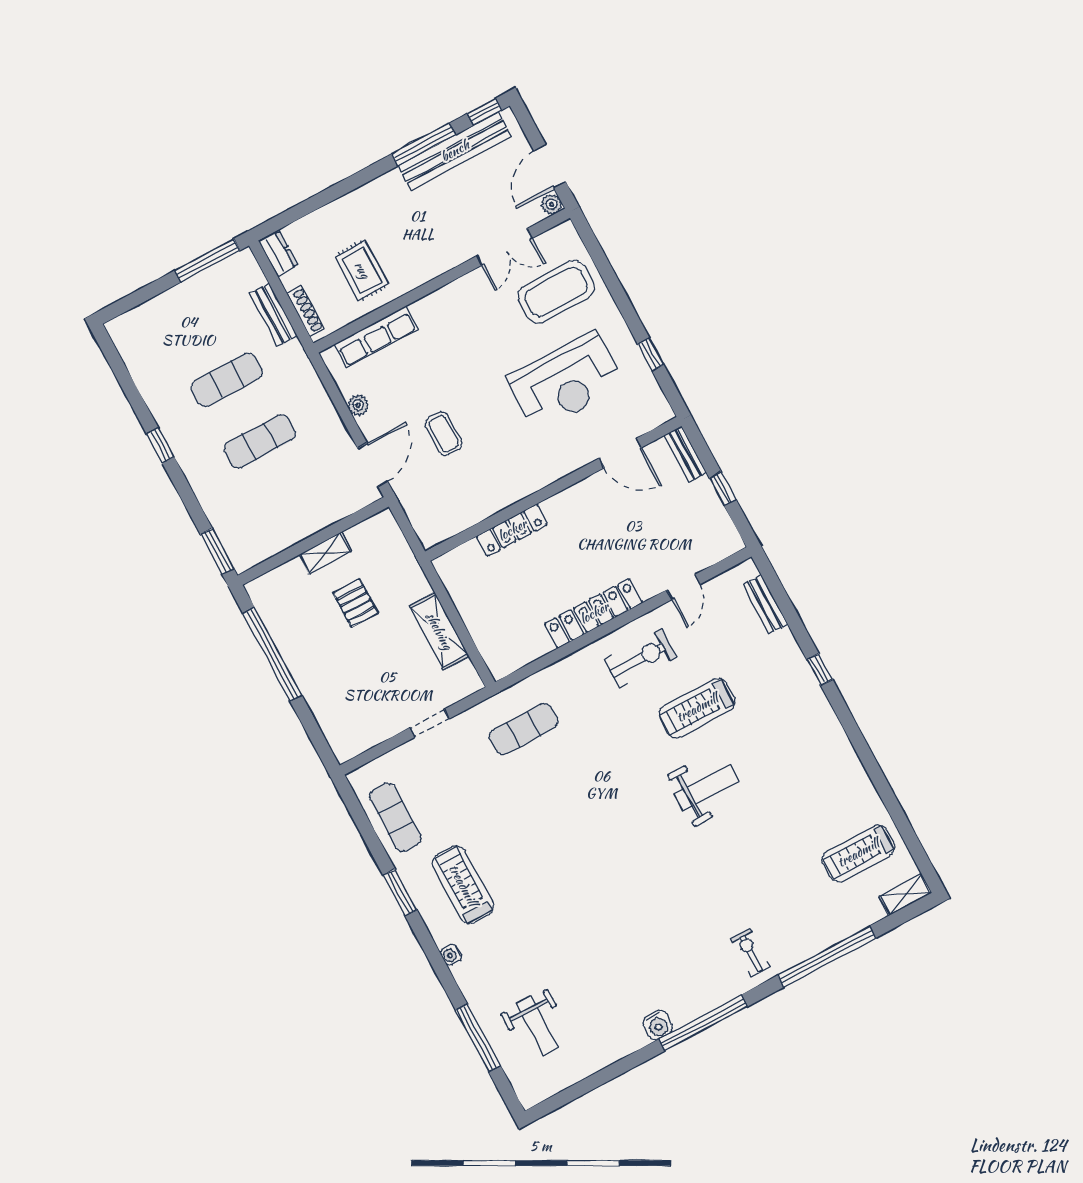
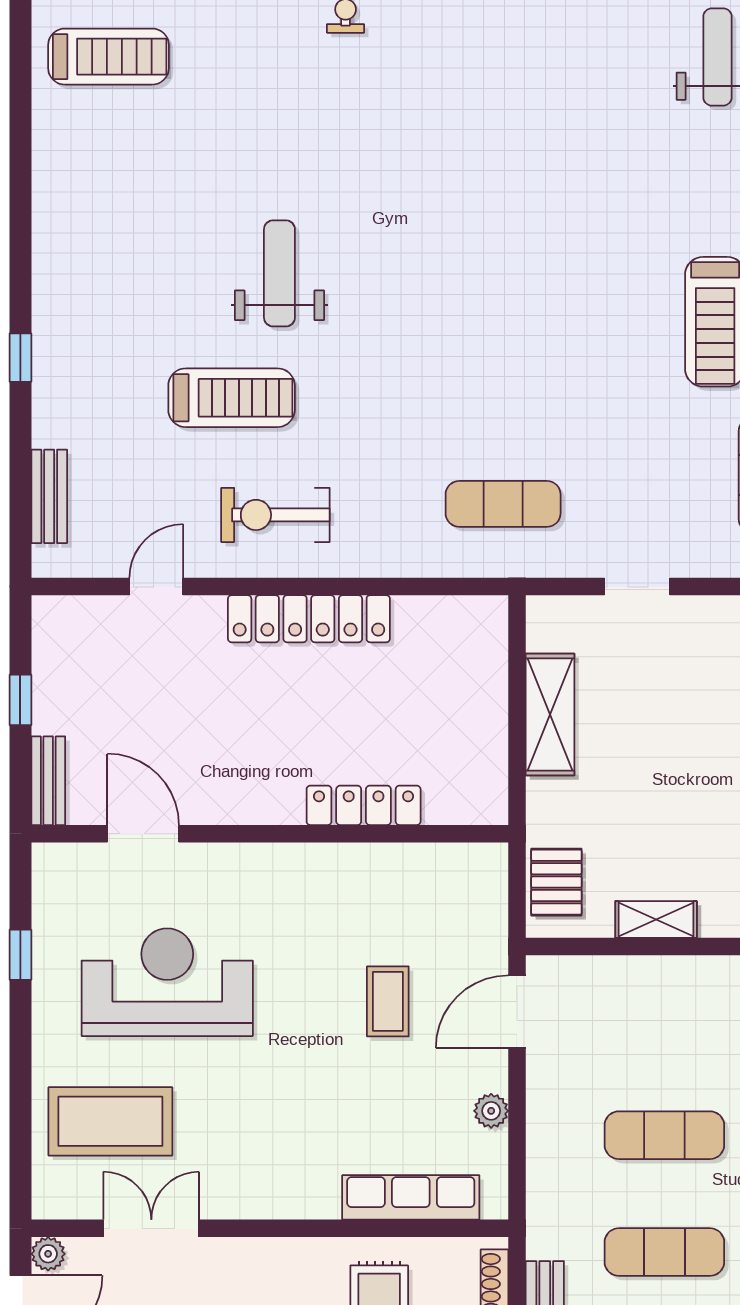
pallet: (355, 603) -> (556, 882), moved
weight bench: (707, 787) -> (279, 273), turned 90

